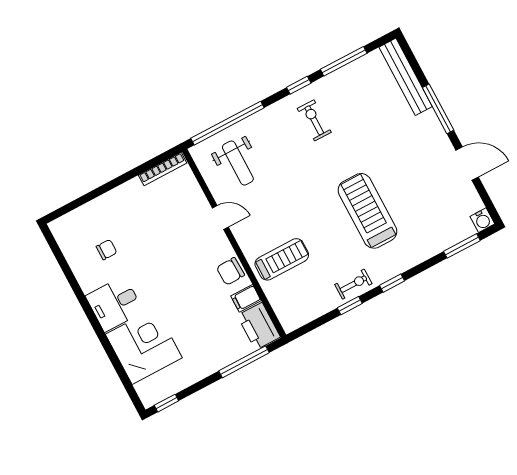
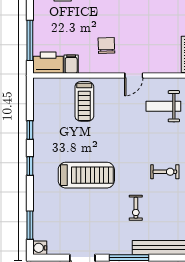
chair: (230, 271) -> (106, 46), moved
exercise bike: (353, 284) -> (136, 208), moved

